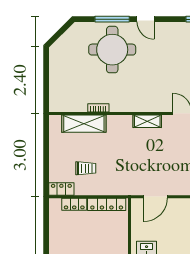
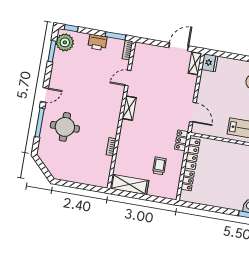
round table: (112, 50) -> (65, 127), width x0.73, depth x0.73
shelving: (84, 124) -> (129, 185), moved, turned 90
locker: (61, 189) -> (181, 140), moved

